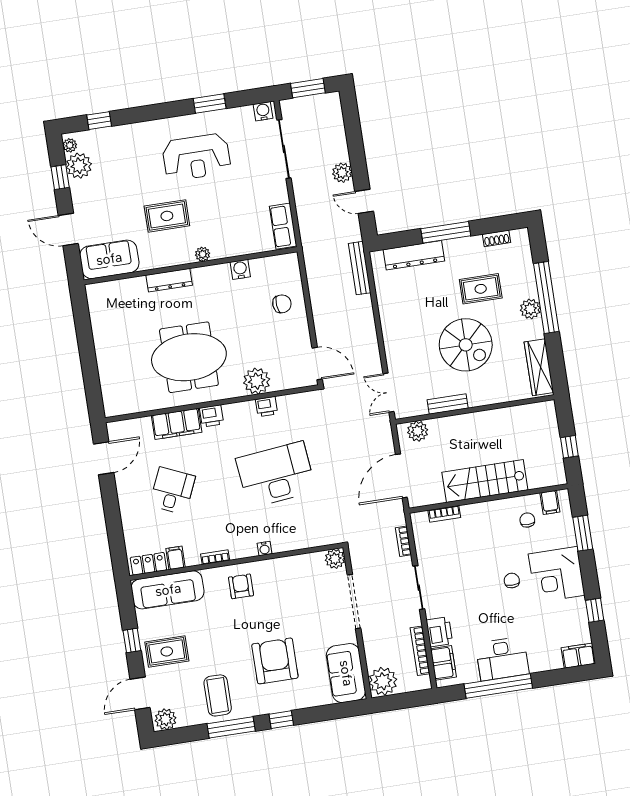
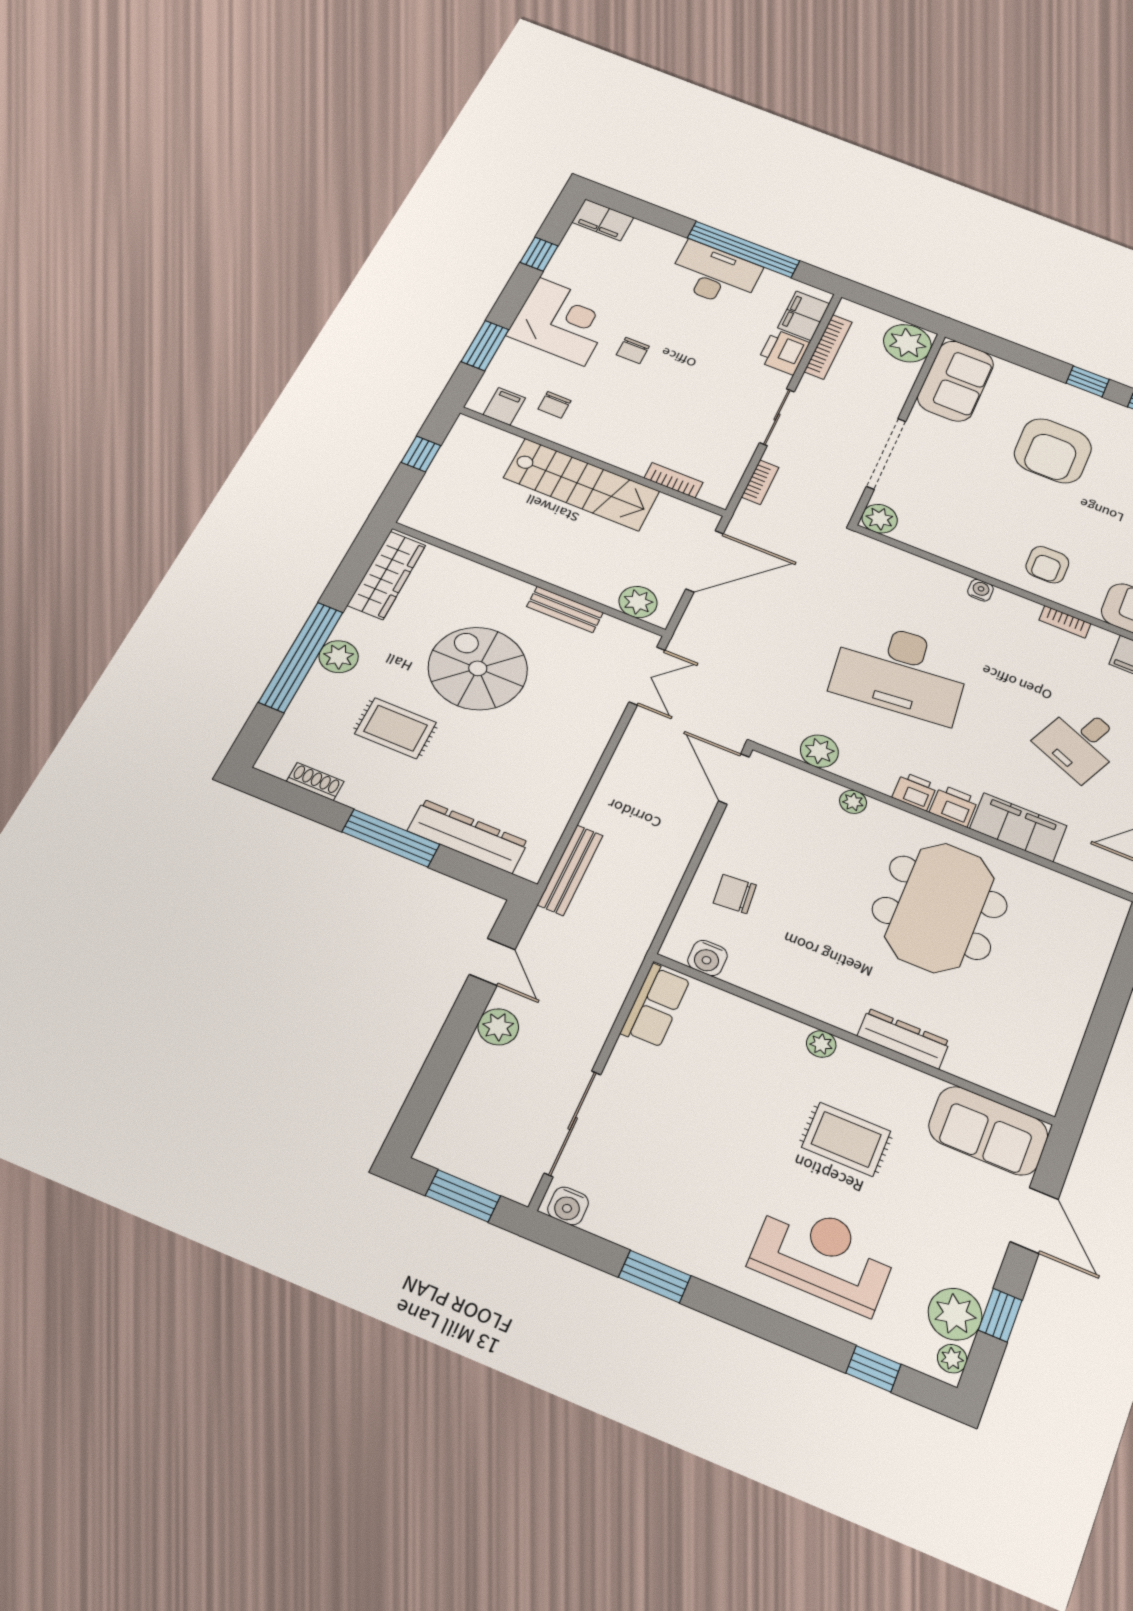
reception desk: (196, 157) -> (823, 1256), moved
water cooler: (240, 269) -> (708, 958), moved
meeting table: (189, 357) -> (940, 907), turned 90
plant: (257, 381) -> (853, 802), width x0.53, depth x0.53
plant: (288, 405) -> (819, 751), added
printer: (266, 407) -> (915, 791), moved

